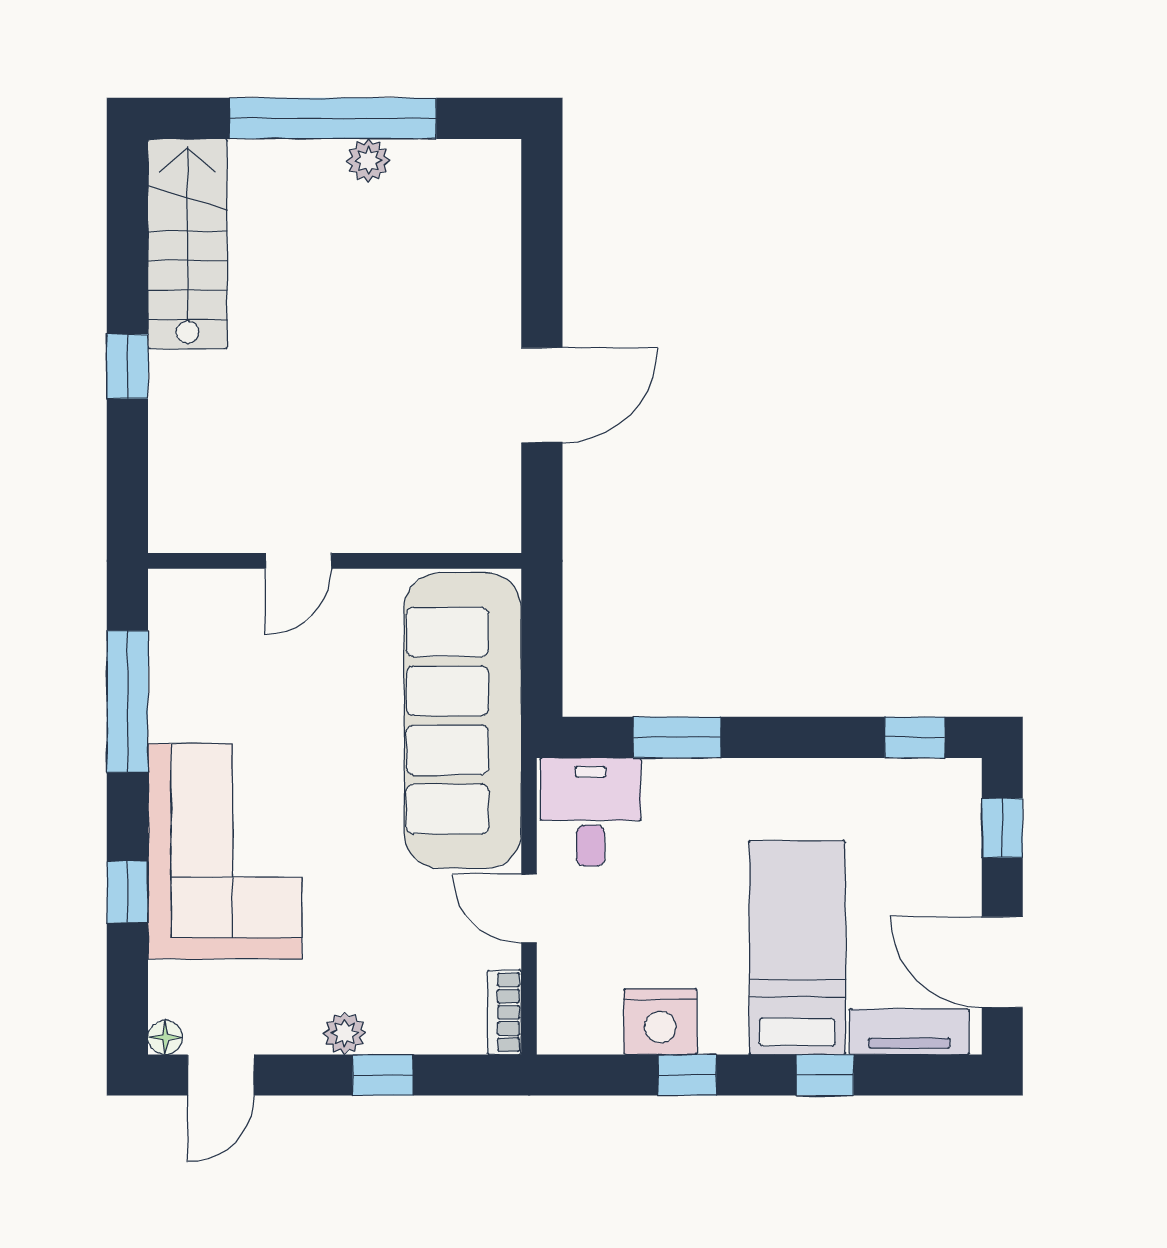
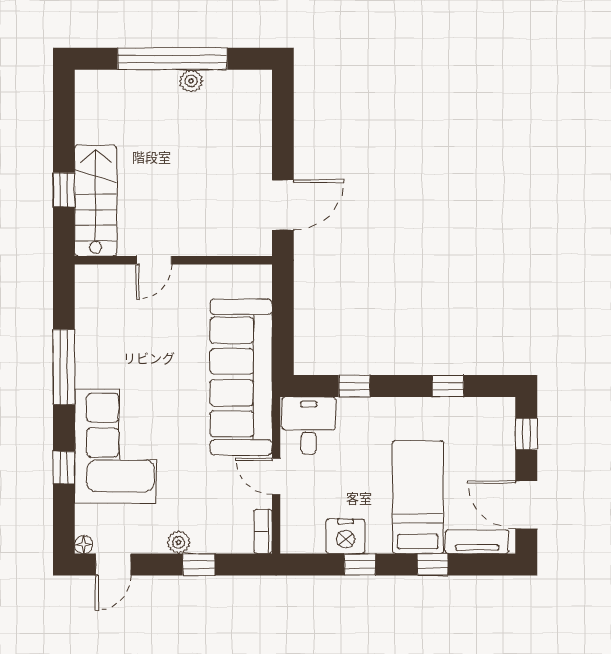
stairs: (188, 244) -> (96, 201), moved
door: (298, 561) -> (154, 260), moved
wall: (335, 561) -> (173, 260), moved
window: (677, 737) -> (354, 386), width x0.67
window: (915, 737) -> (448, 386), moved

